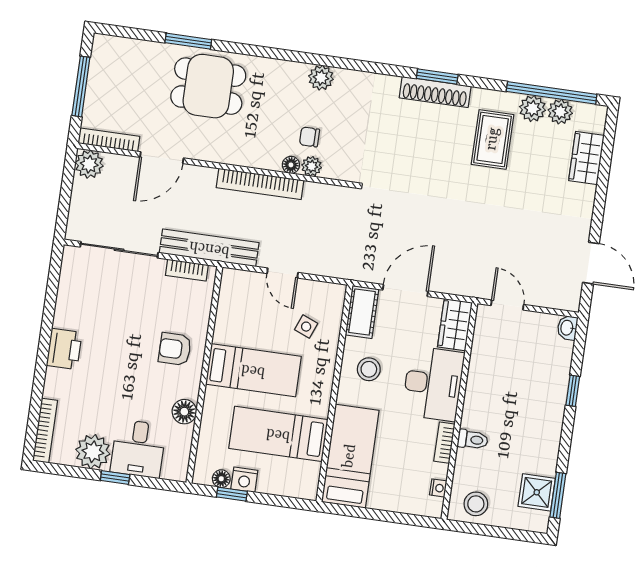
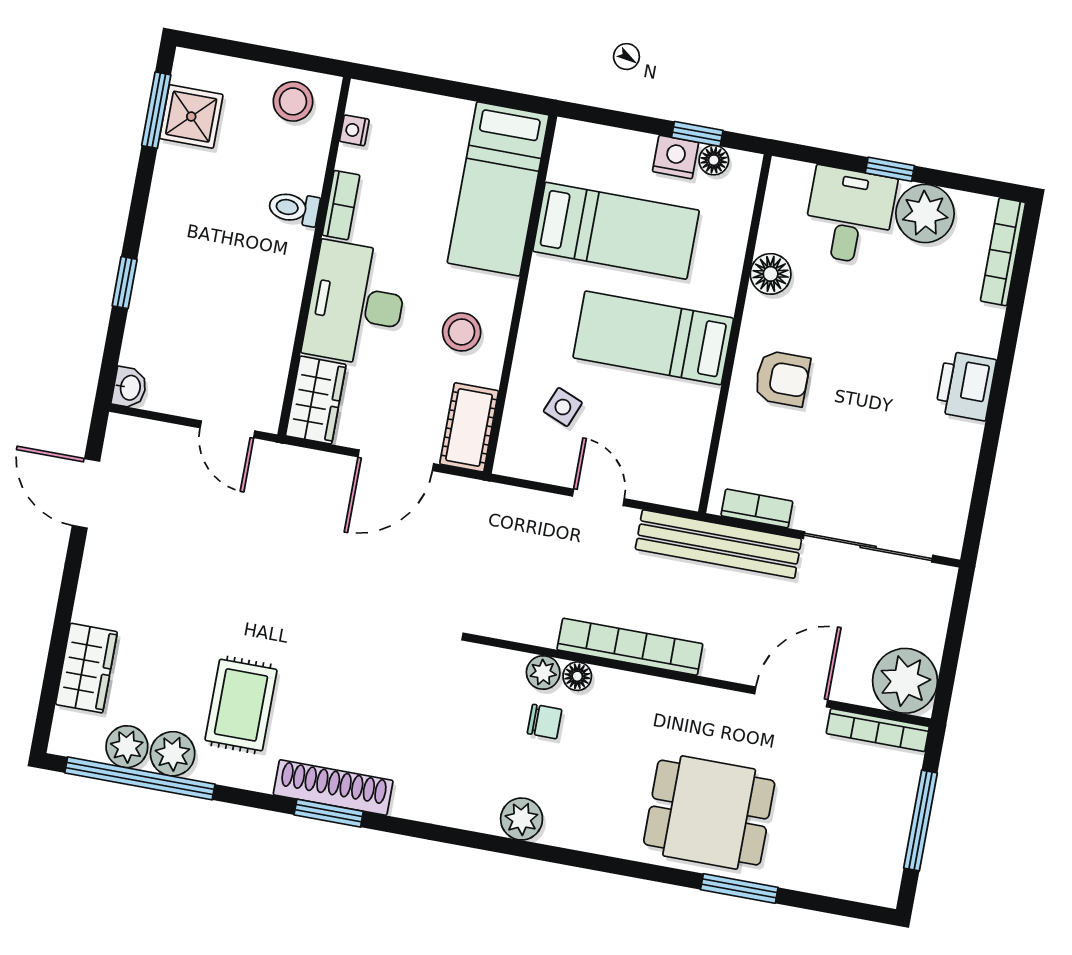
plant: (89, 164) -> (905, 681), width x1.36, depth x1.36

